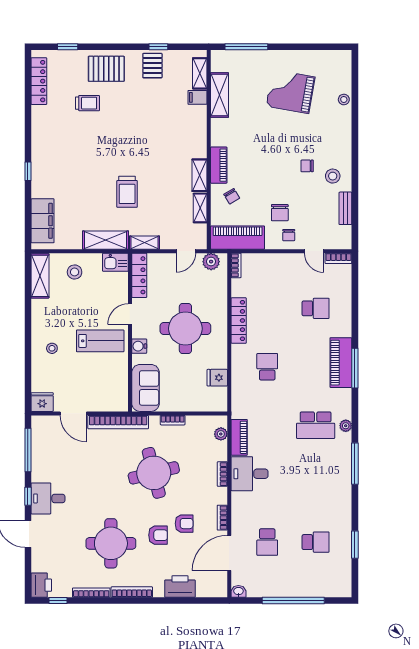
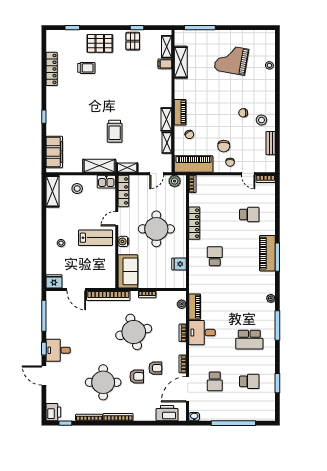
locker: (39, 81) -> (52, 69), moved
school desk: (316, 425) -> (249, 340), moved
printer: (180, 586) -> (167, 413), moved

